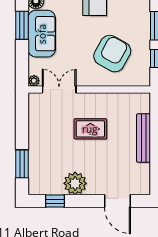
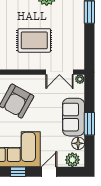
rug: (90, 129) -> (34, 40), width x1.36, depth x1.43

